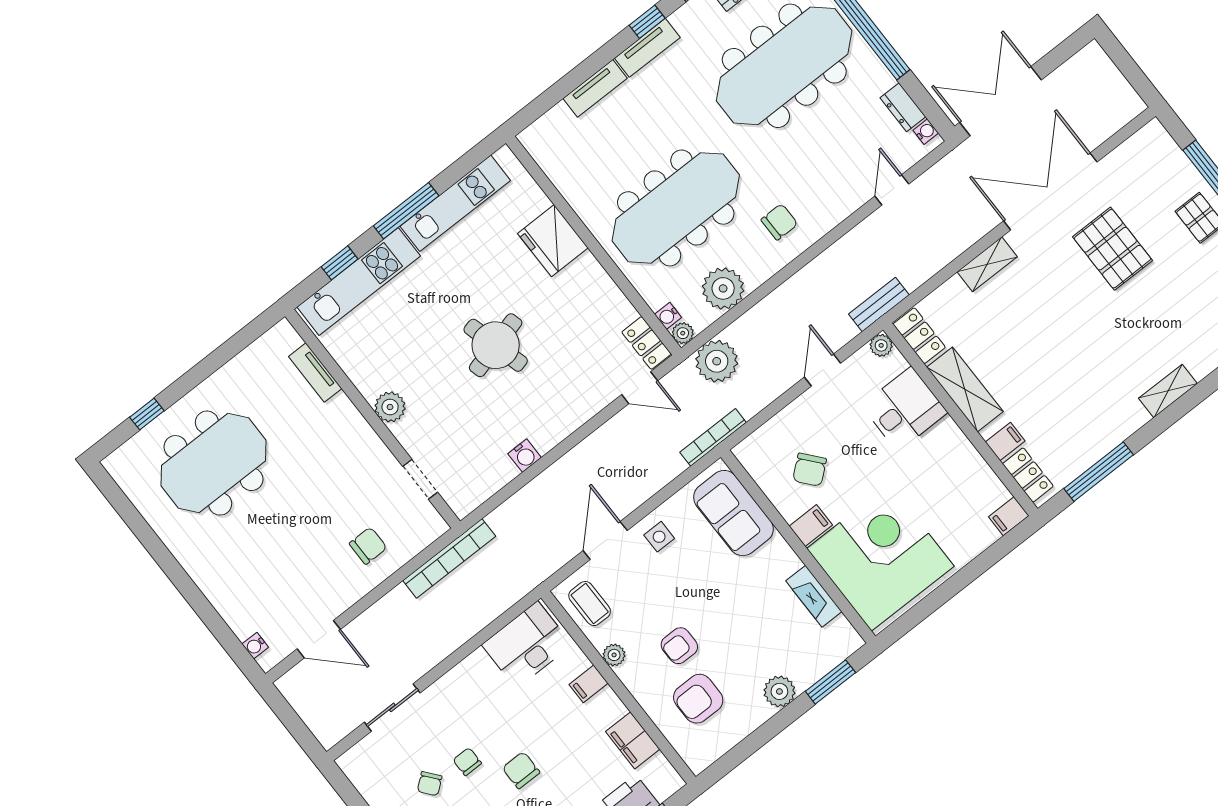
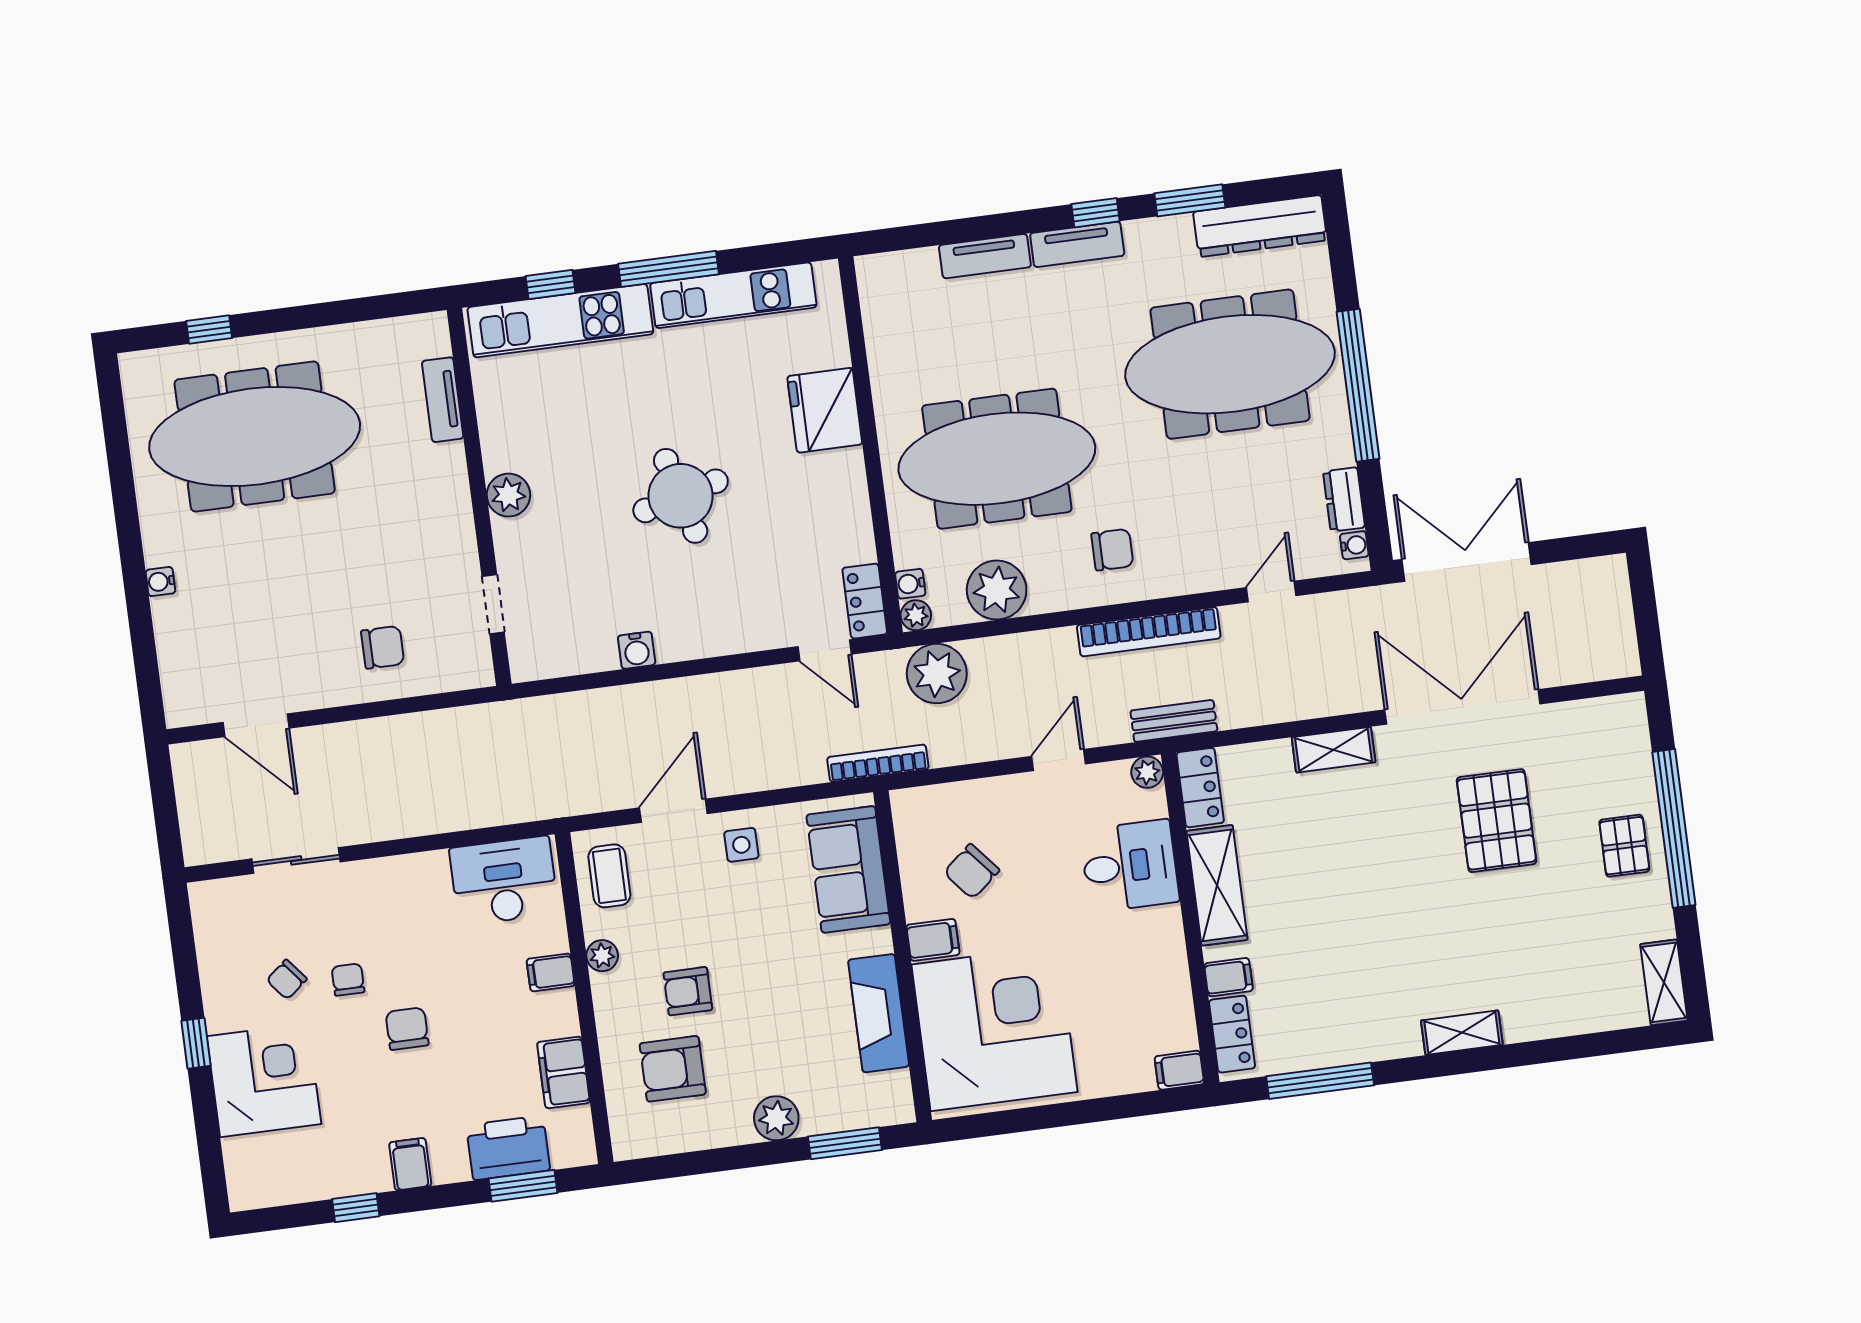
meeting table: (213, 463) -> (255, 436), width x1.36
bookcase: (449, 558) -> (1149, 632), moved
fireplace: (814, 596) -> (879, 1013), width x1.37, depth x1.32
water cooler: (255, 646) -> (160, 582), moved

